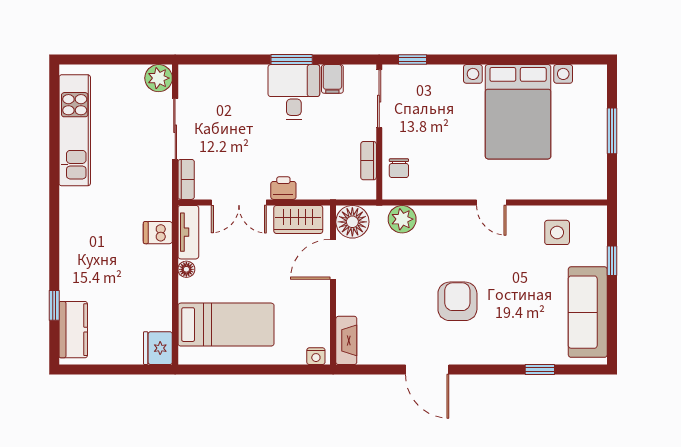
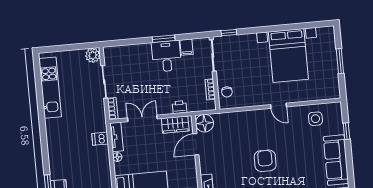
printer: (283, 188) -> (179, 107), moved
double door: (239, 202) -> (142, 118), swing flipped
plant: (402, 219) -> (231, 119), removed

